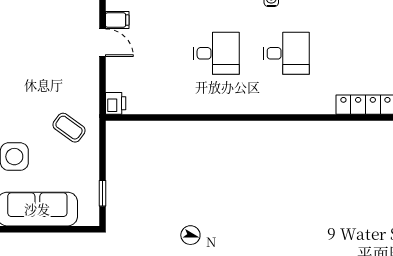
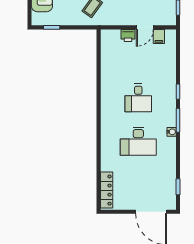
desk: (286, 53) -> (138, 141), width x1.37
printer: (116, 103) -> (128, 35), moved

